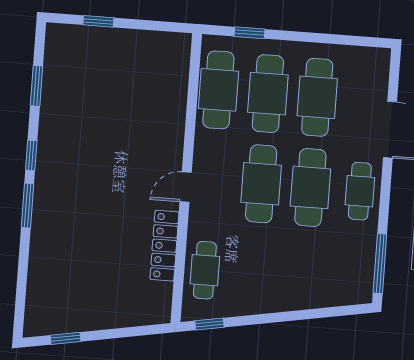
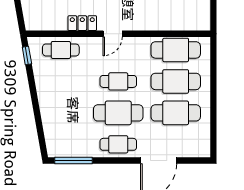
window: (250, 33) -> (213, 67), removed
cafe table: (261, 184) -> (118, 81), width x0.73, depth x0.74
door: (186, 187) -> (113, 34), swing flipped
locker: (164, 246) -> (82, 23), width x0.66

